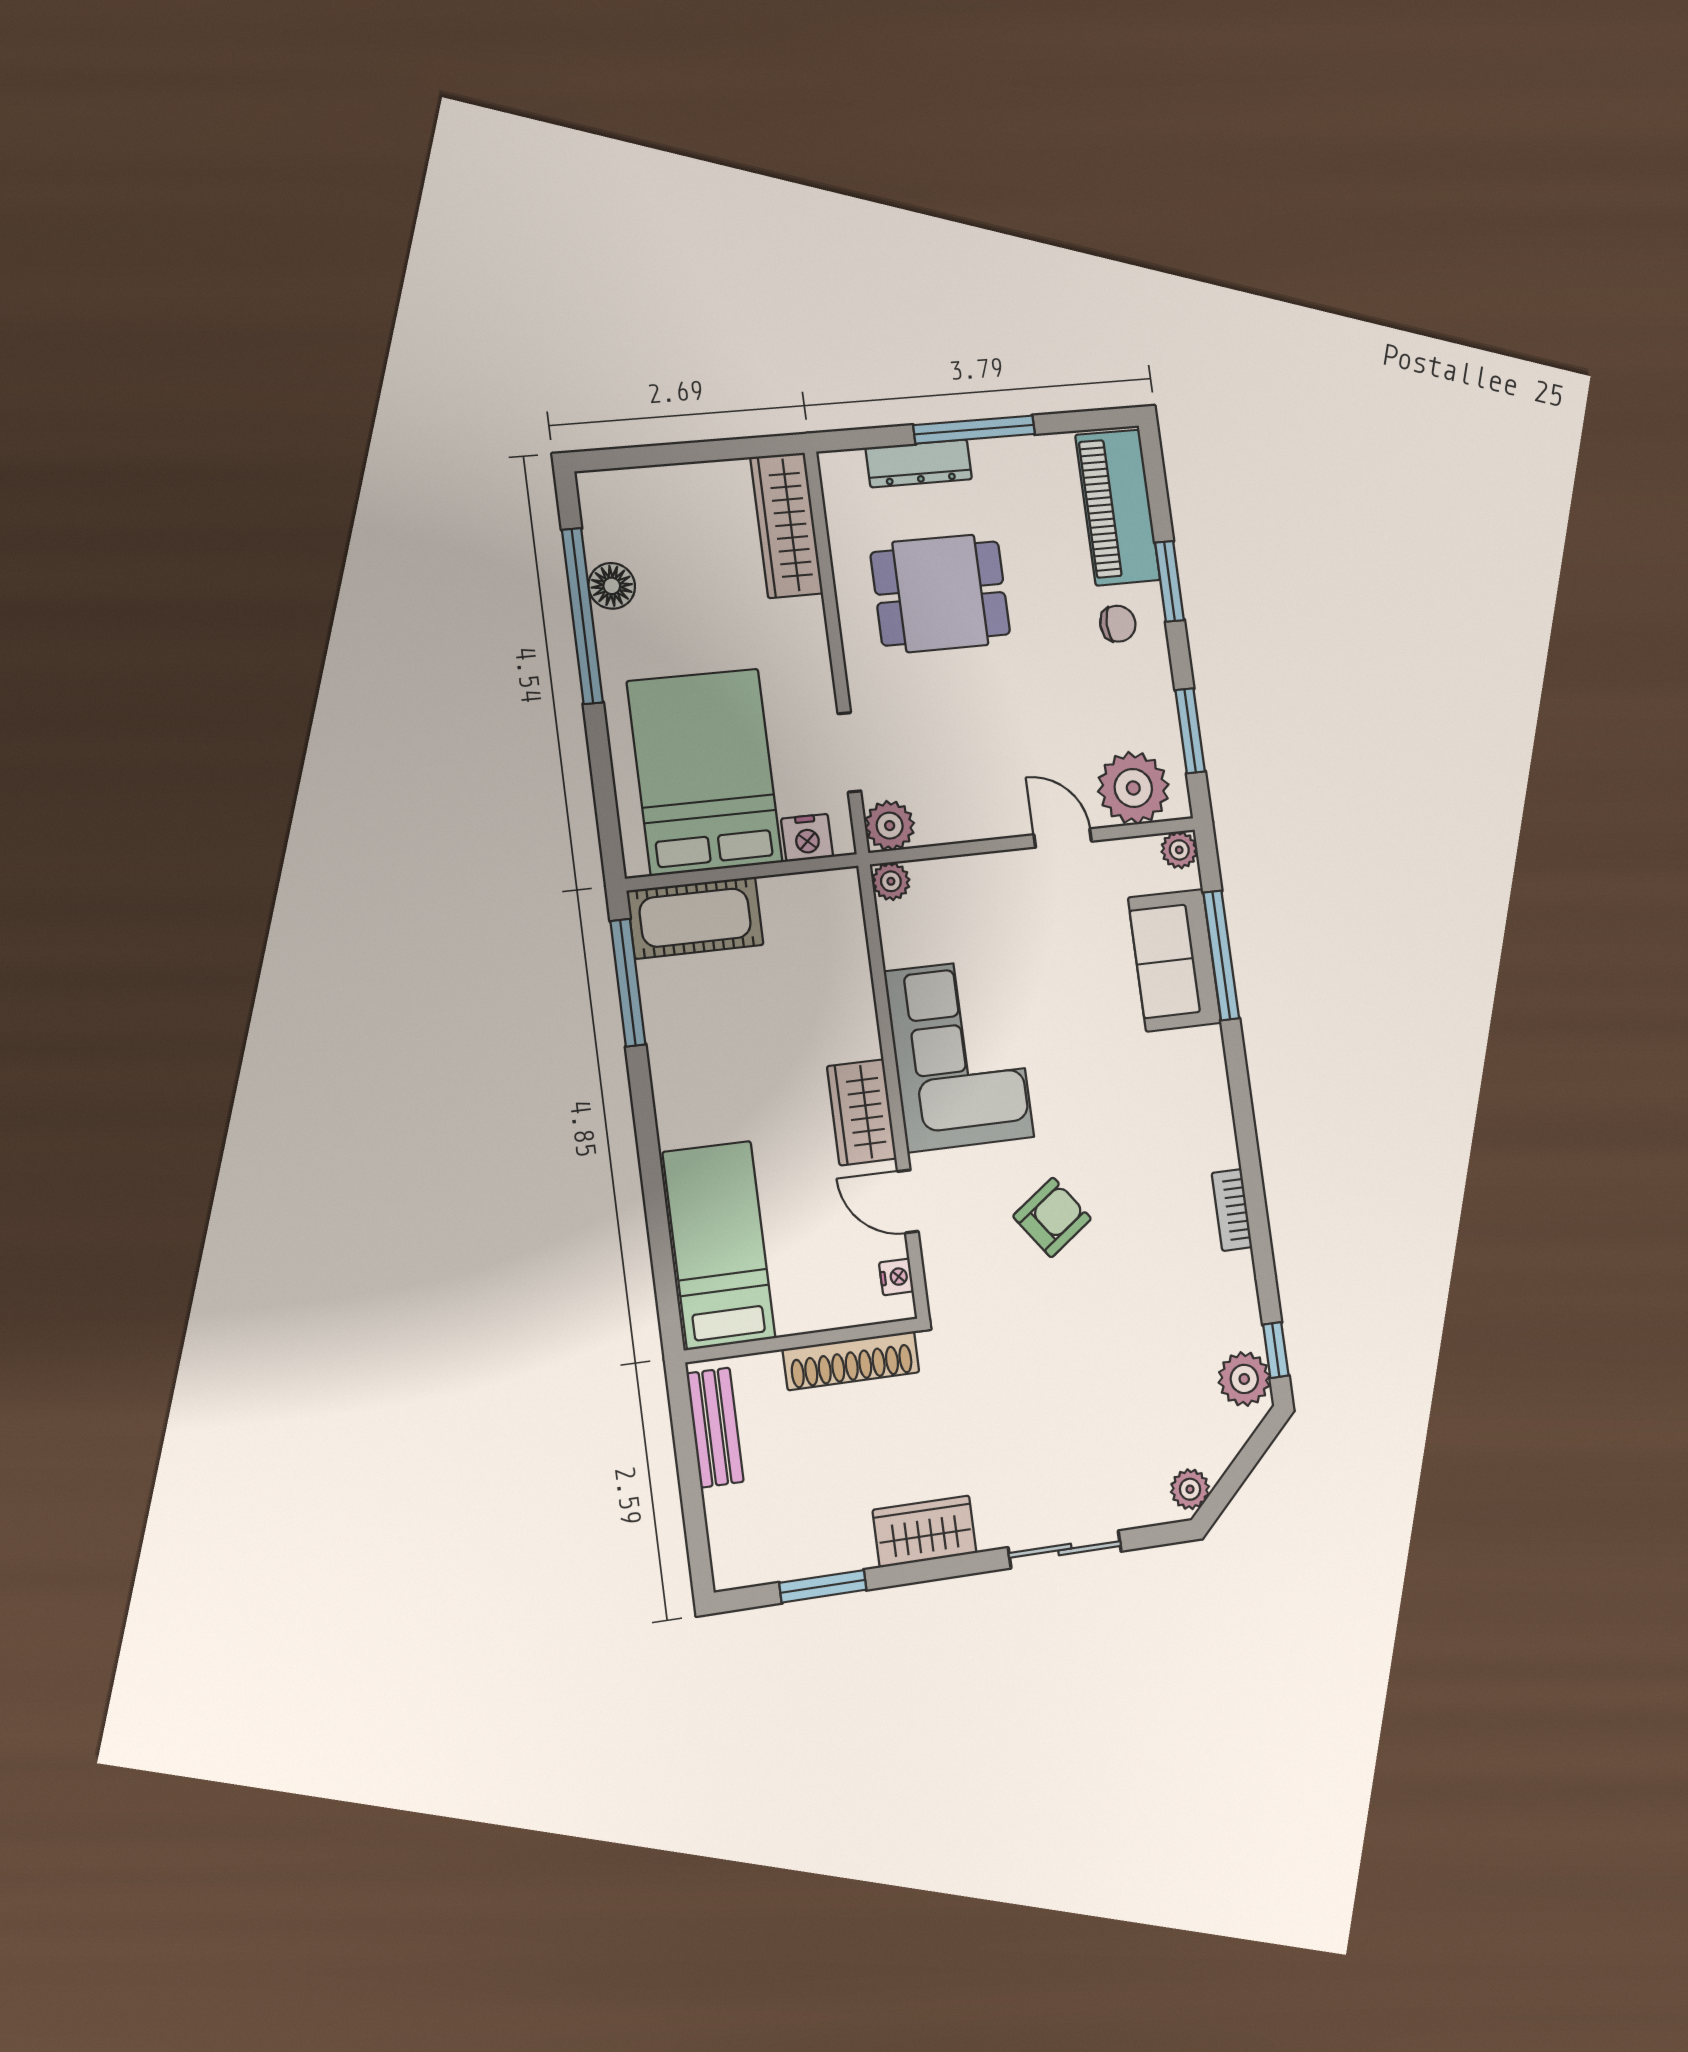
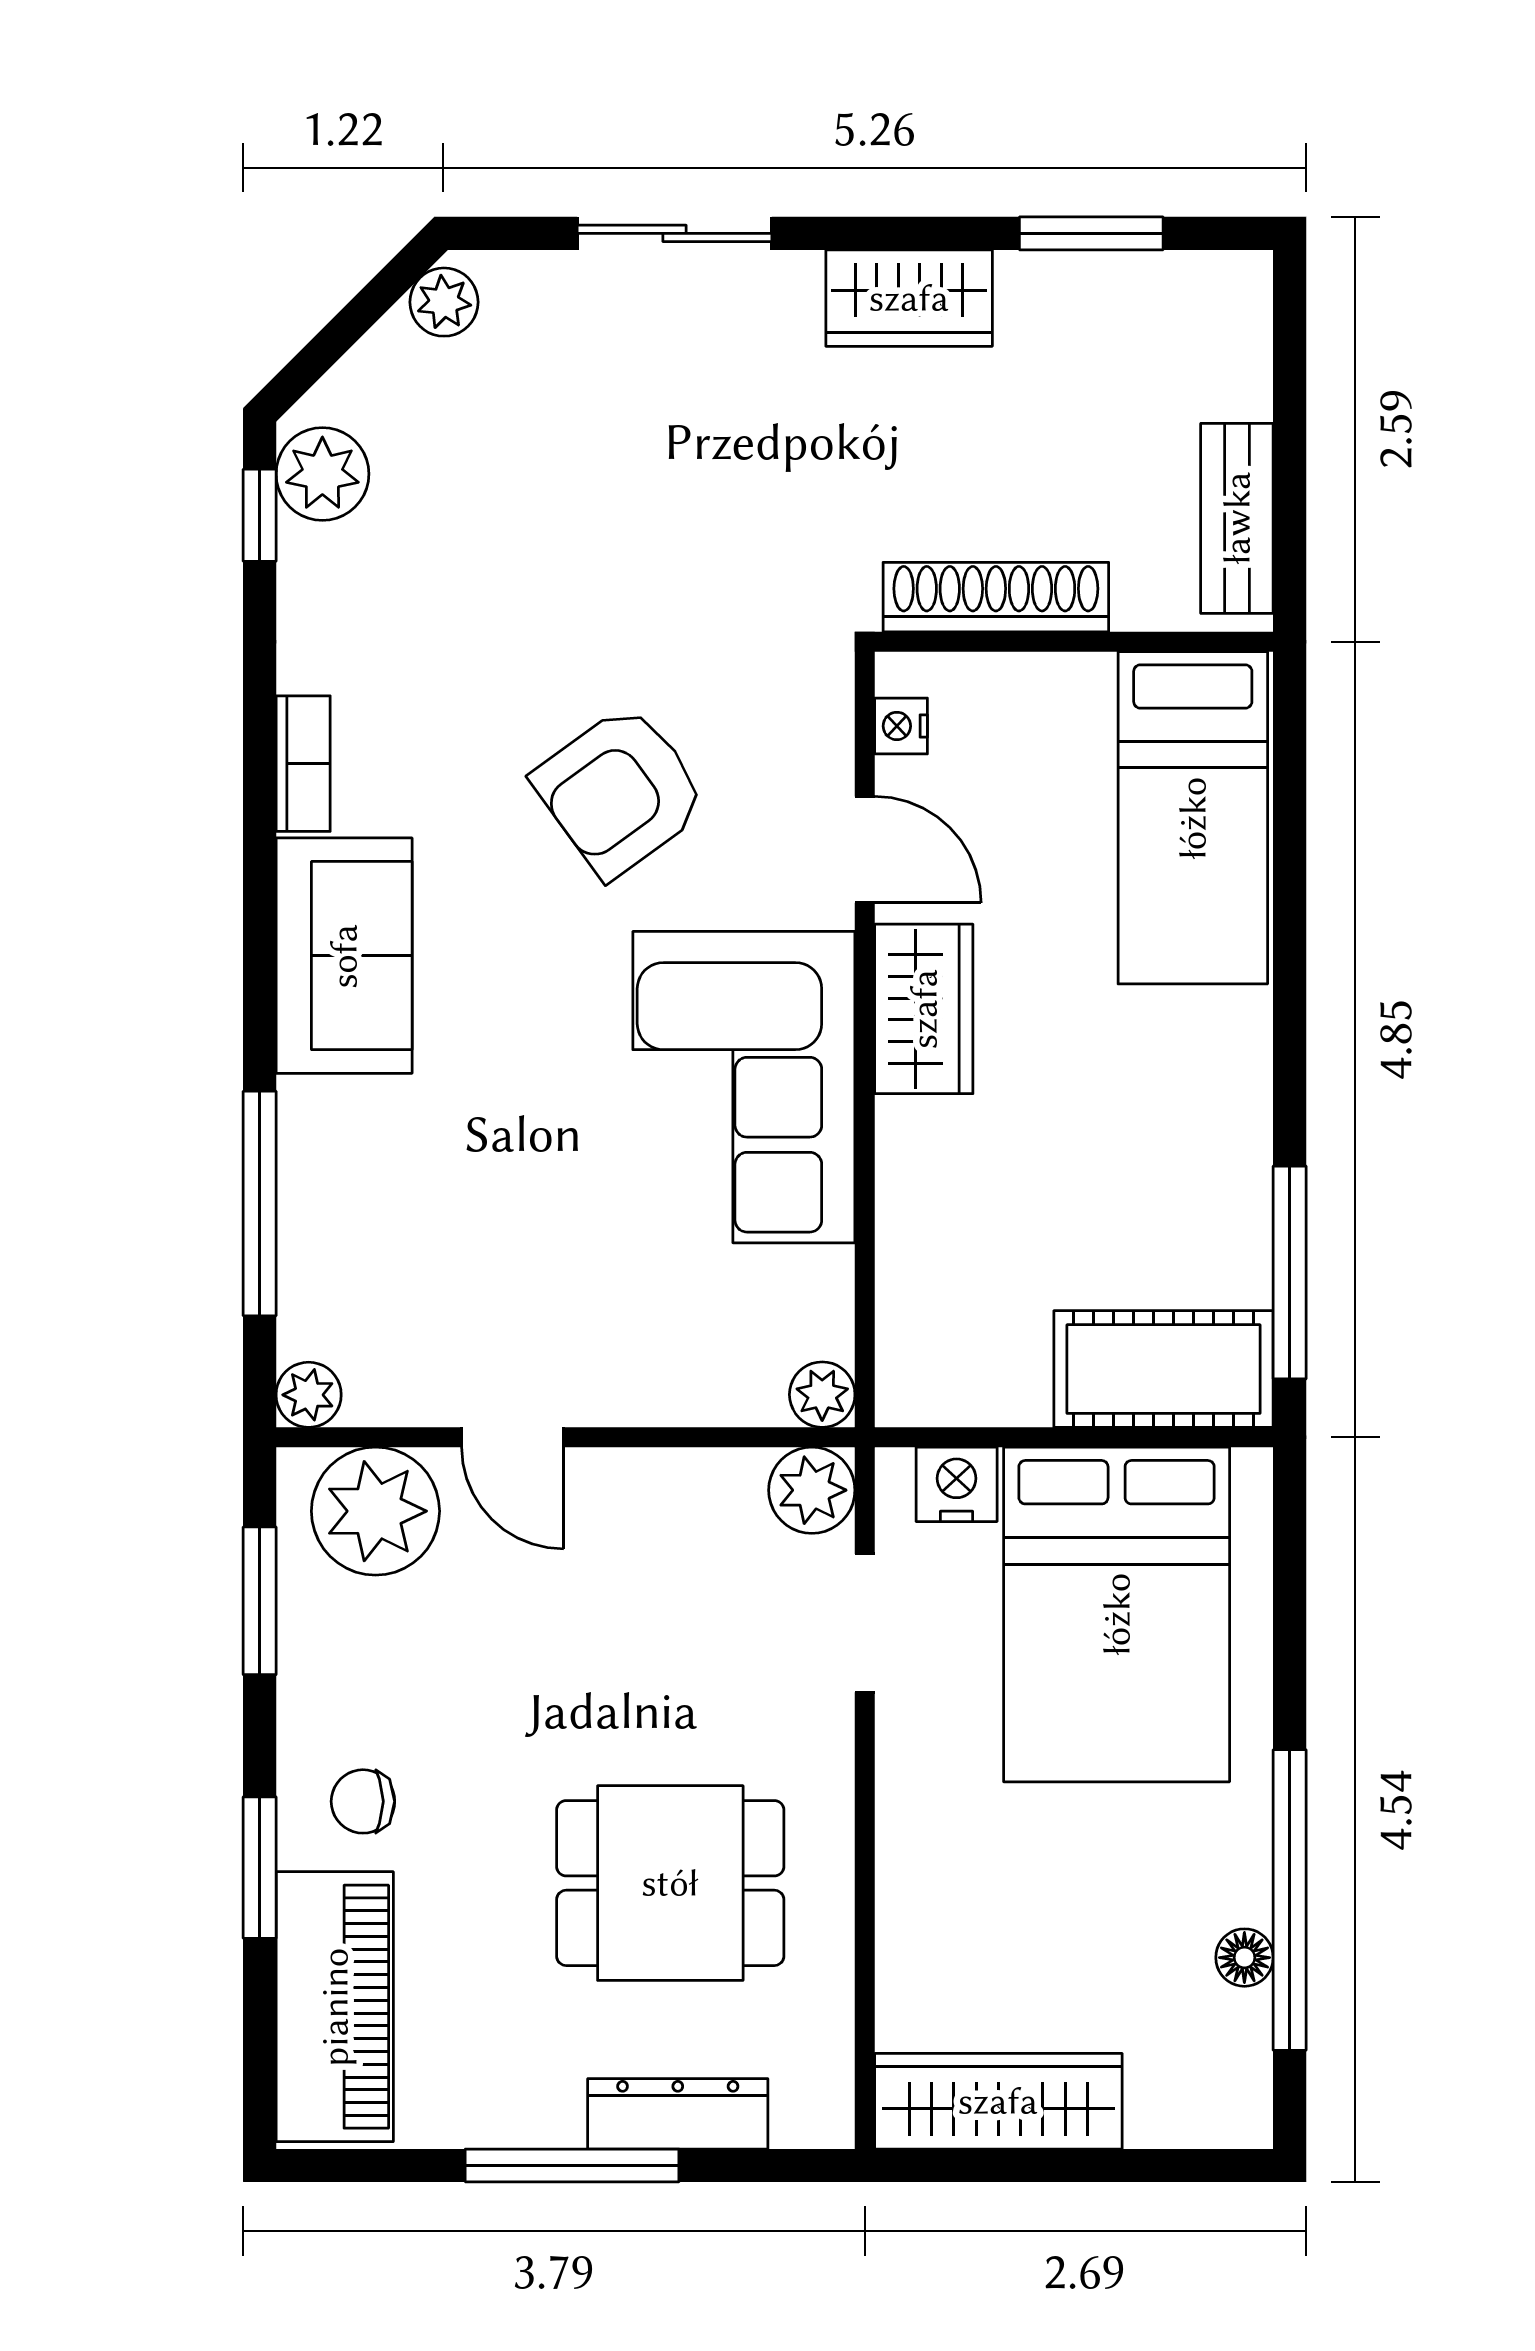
wardrobe: (786, 525) -> (998, 2101), moved, turned -90
floor lamp: (612, 586) -> (1244, 1958), width x0.73, depth x0.73
sofa: (1175, 960) -> (344, 956), moved
armchair: (1052, 1217) -> (620, 791), width x1.38, depth x1.38

